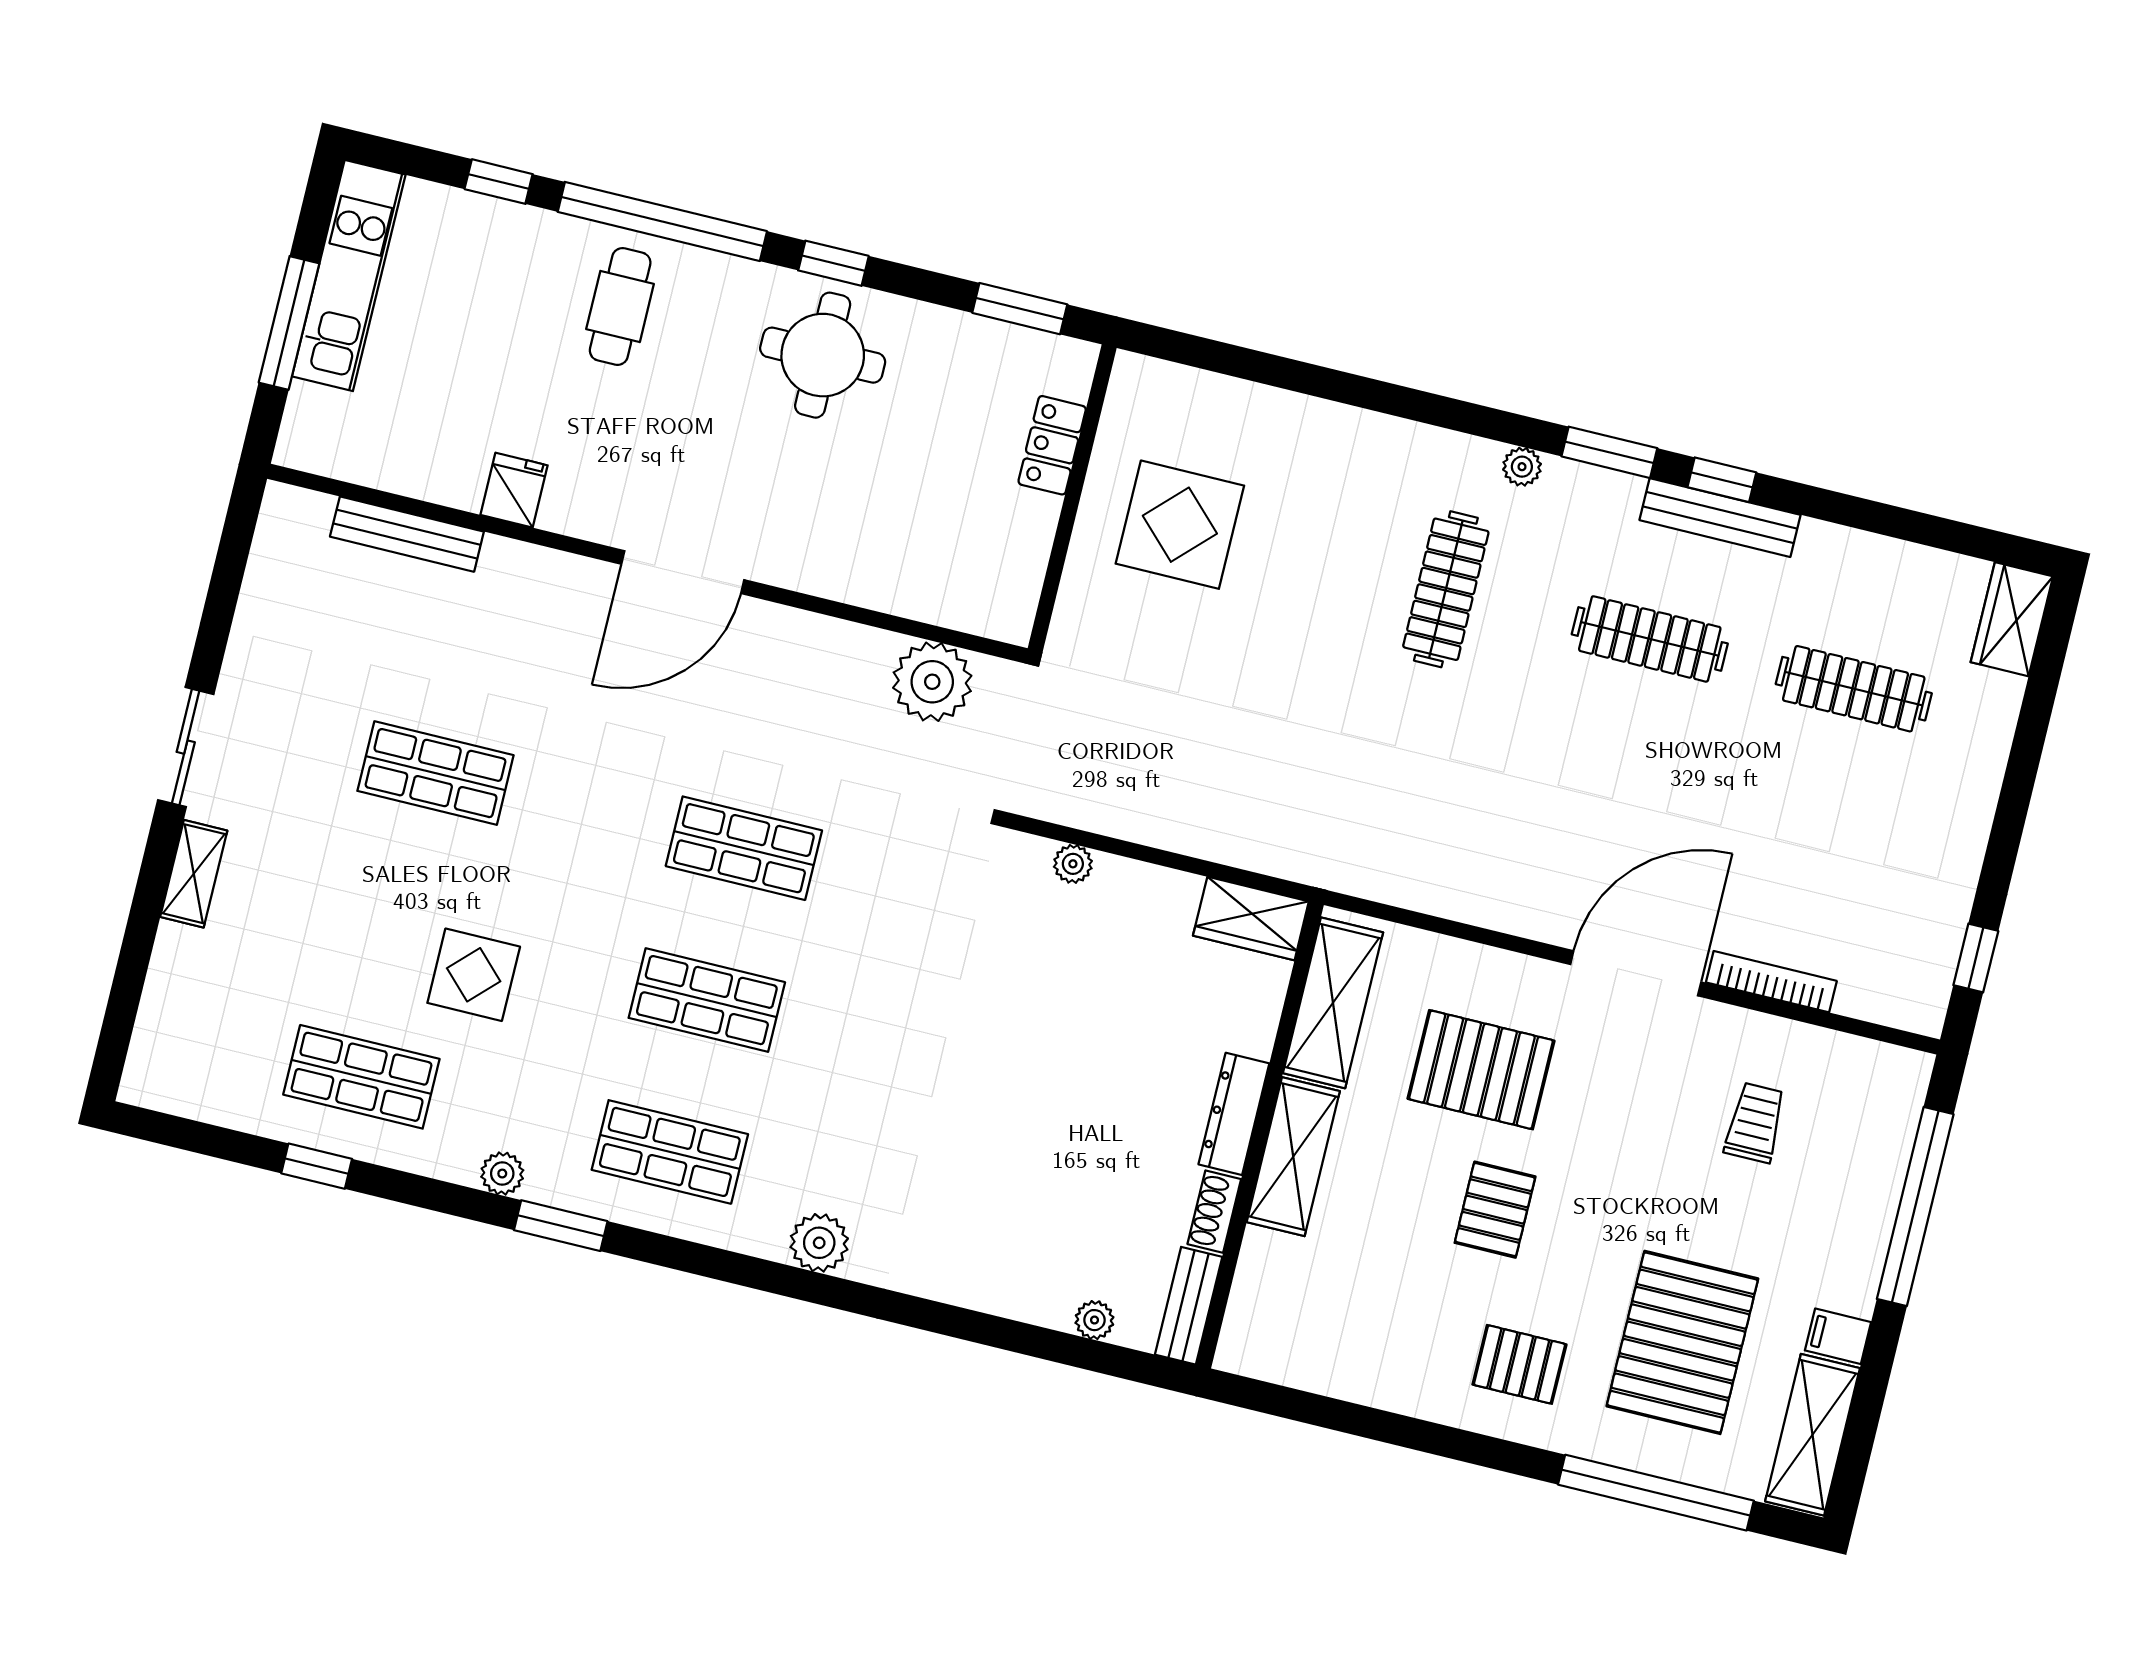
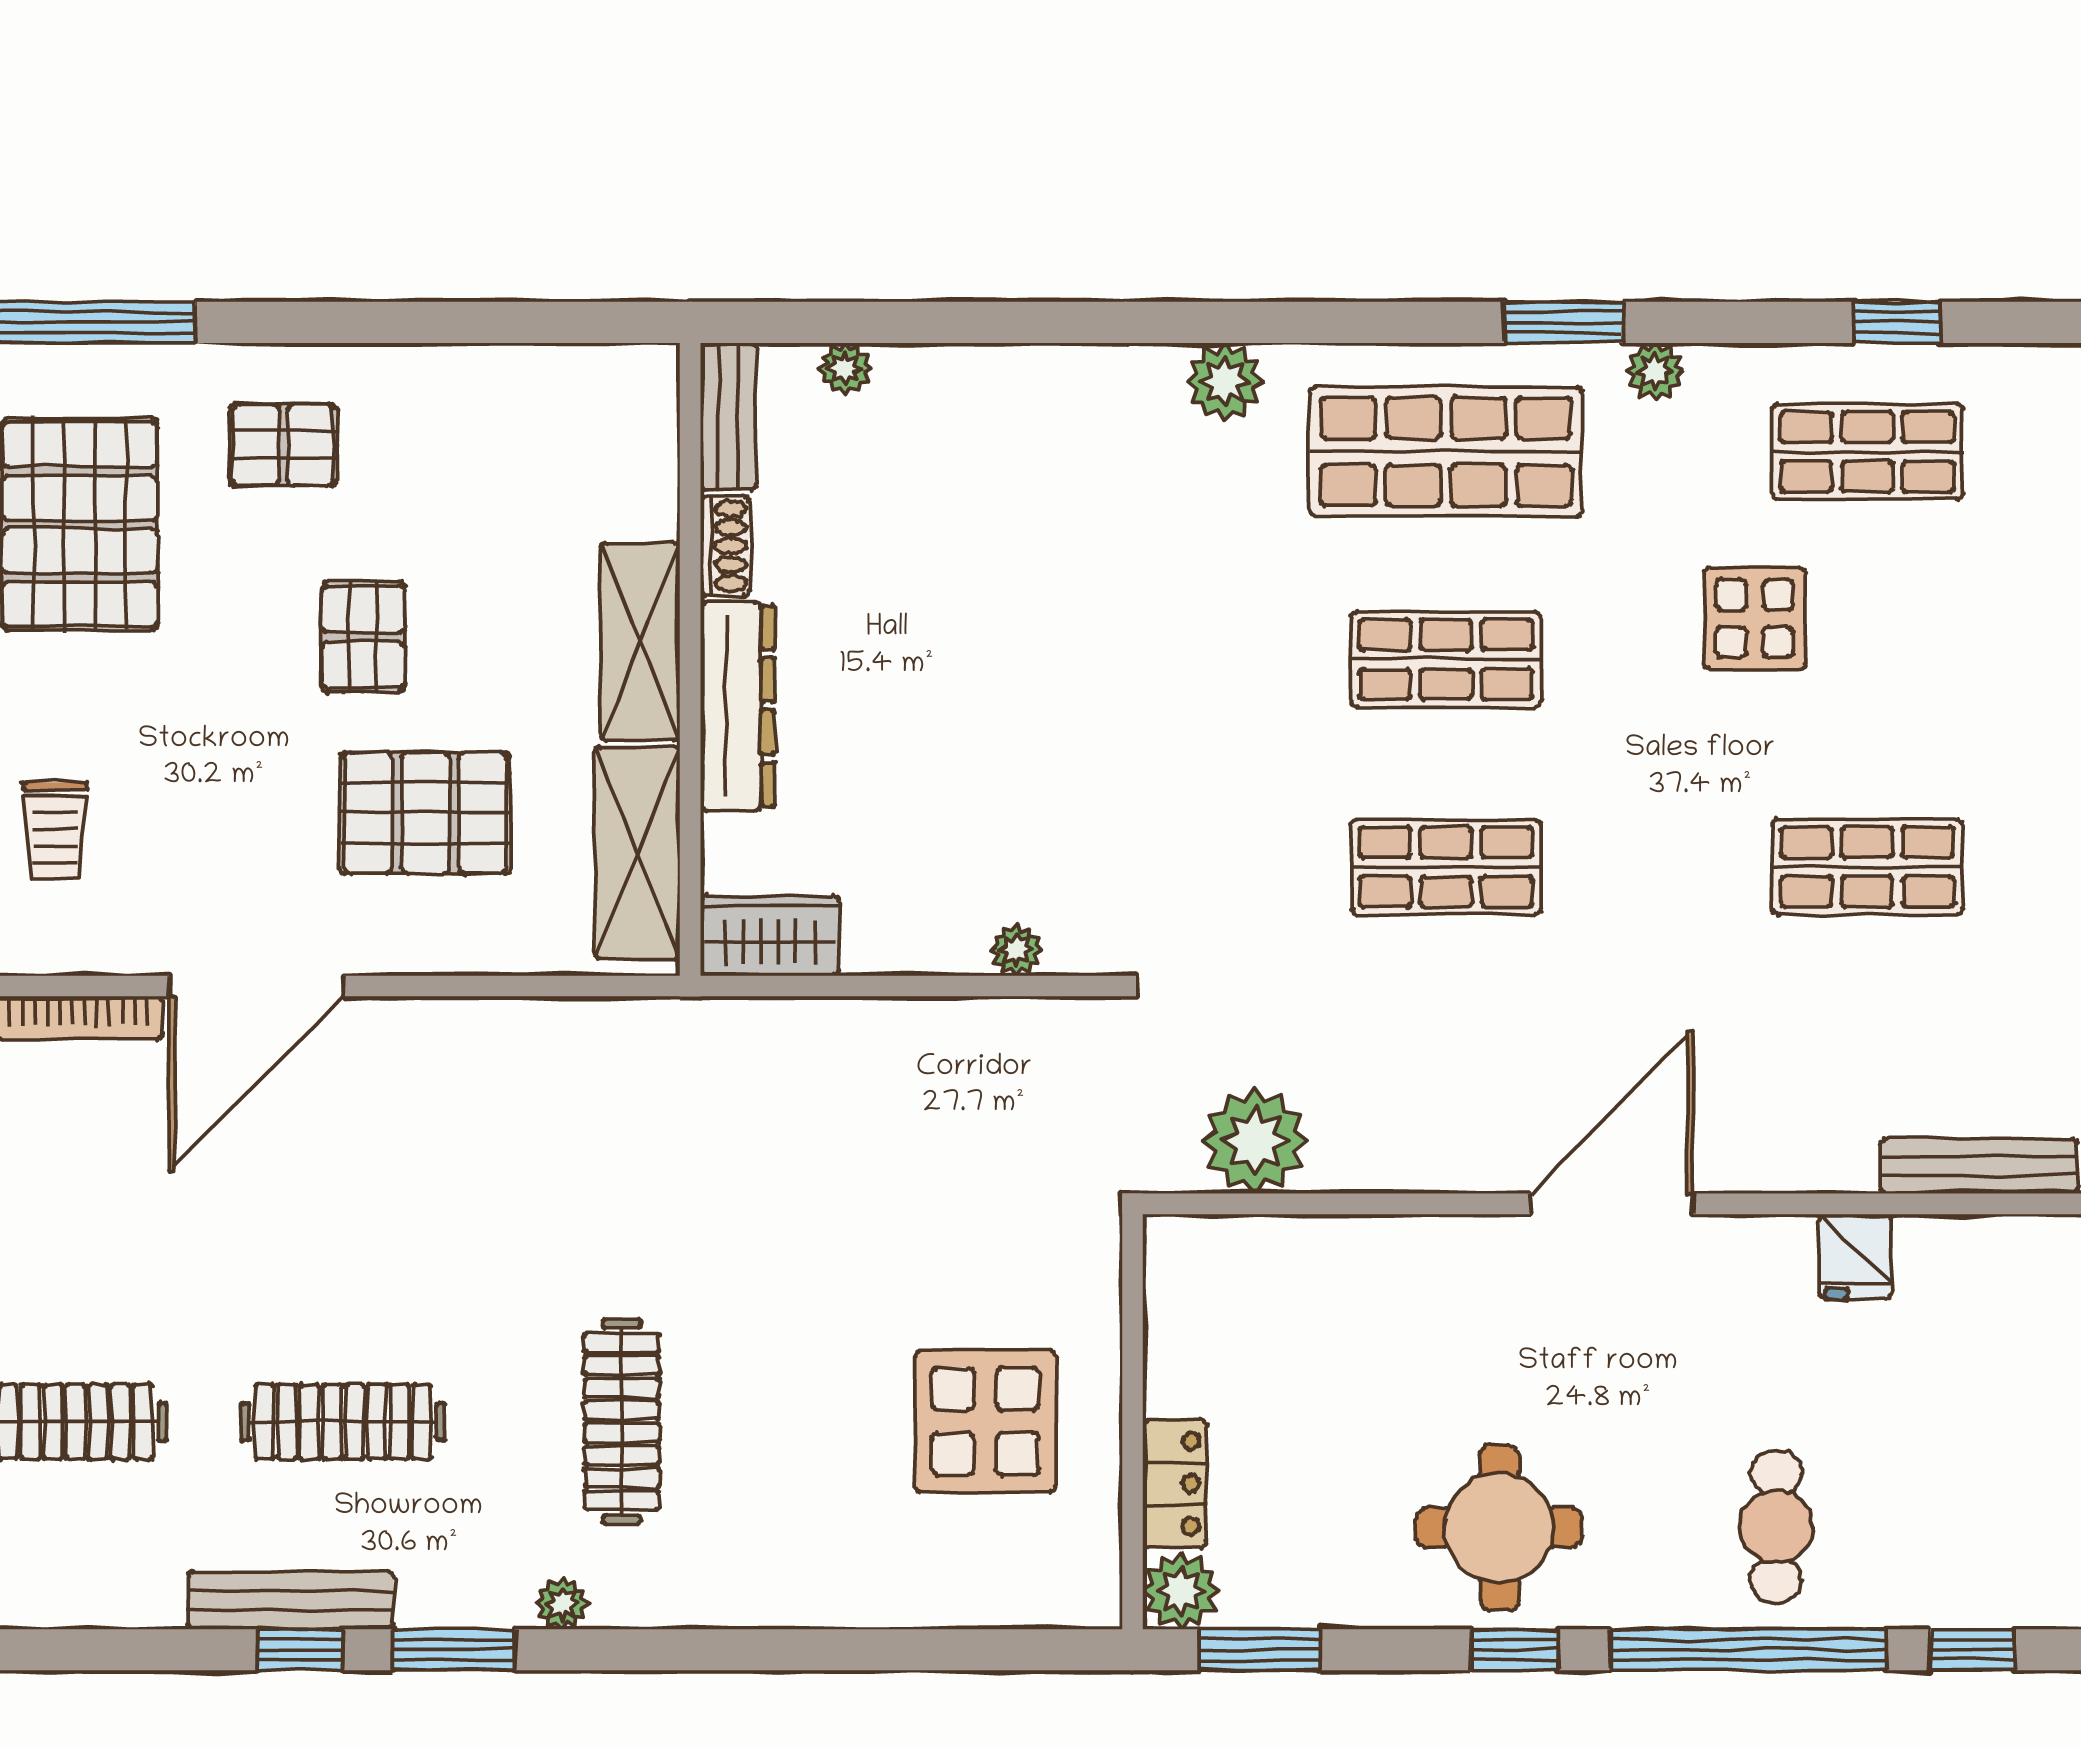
plant: (1067, 366) -> (1181, 1591), added
dresser: (1234, 1114) -> (737, 706), width x1.37, depth x1.24
shop shelf: (670, 1152) -> (1446, 452), width x1.43, depth x1.36

